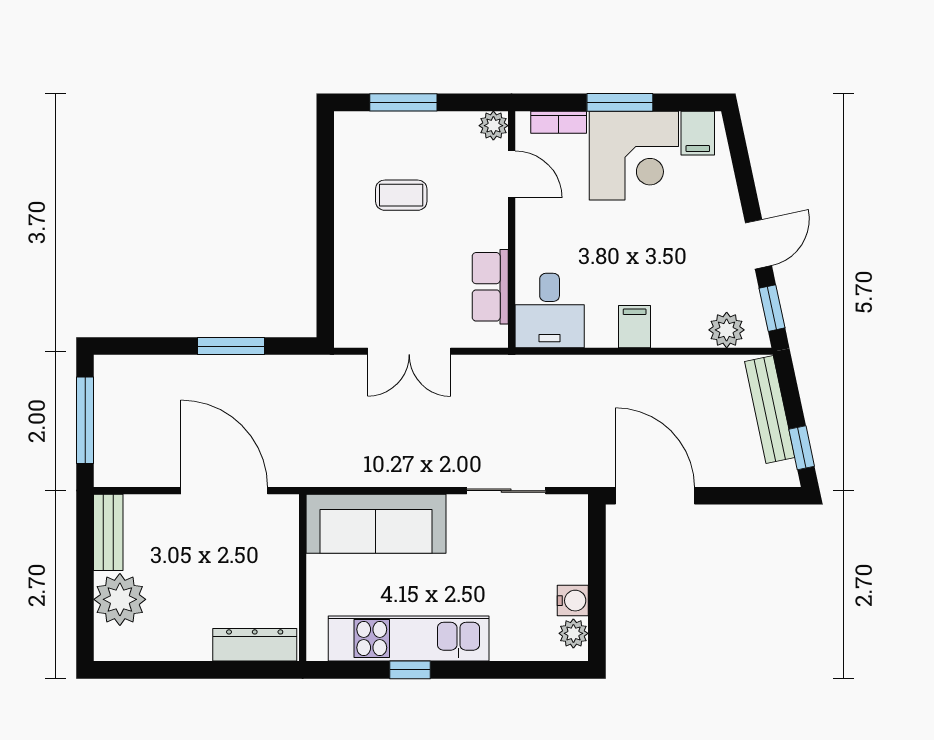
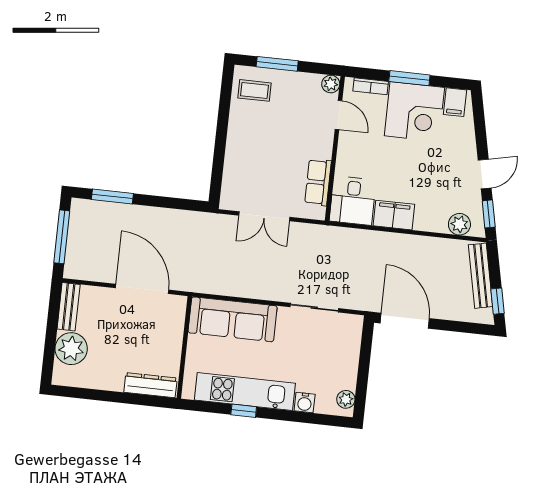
coffee table: (401, 195) -> (254, 90), moved
filing cabinet: (635, 327) -> (394, 215), width x2.00
window: (231, 346) -> (112, 196), moved
water cooler: (573, 601) -> (305, 403), moved, turned 90

